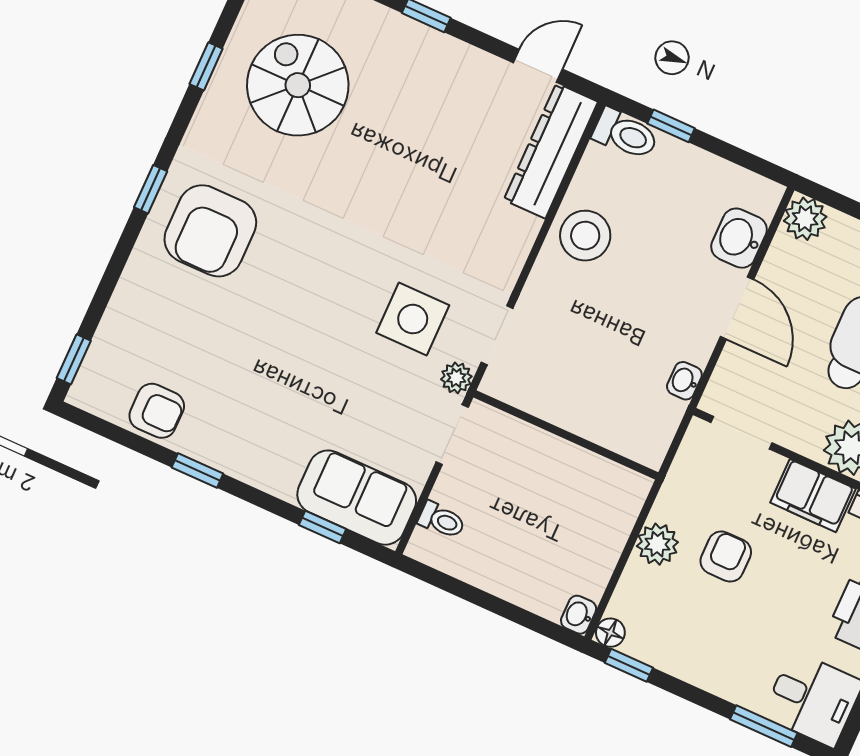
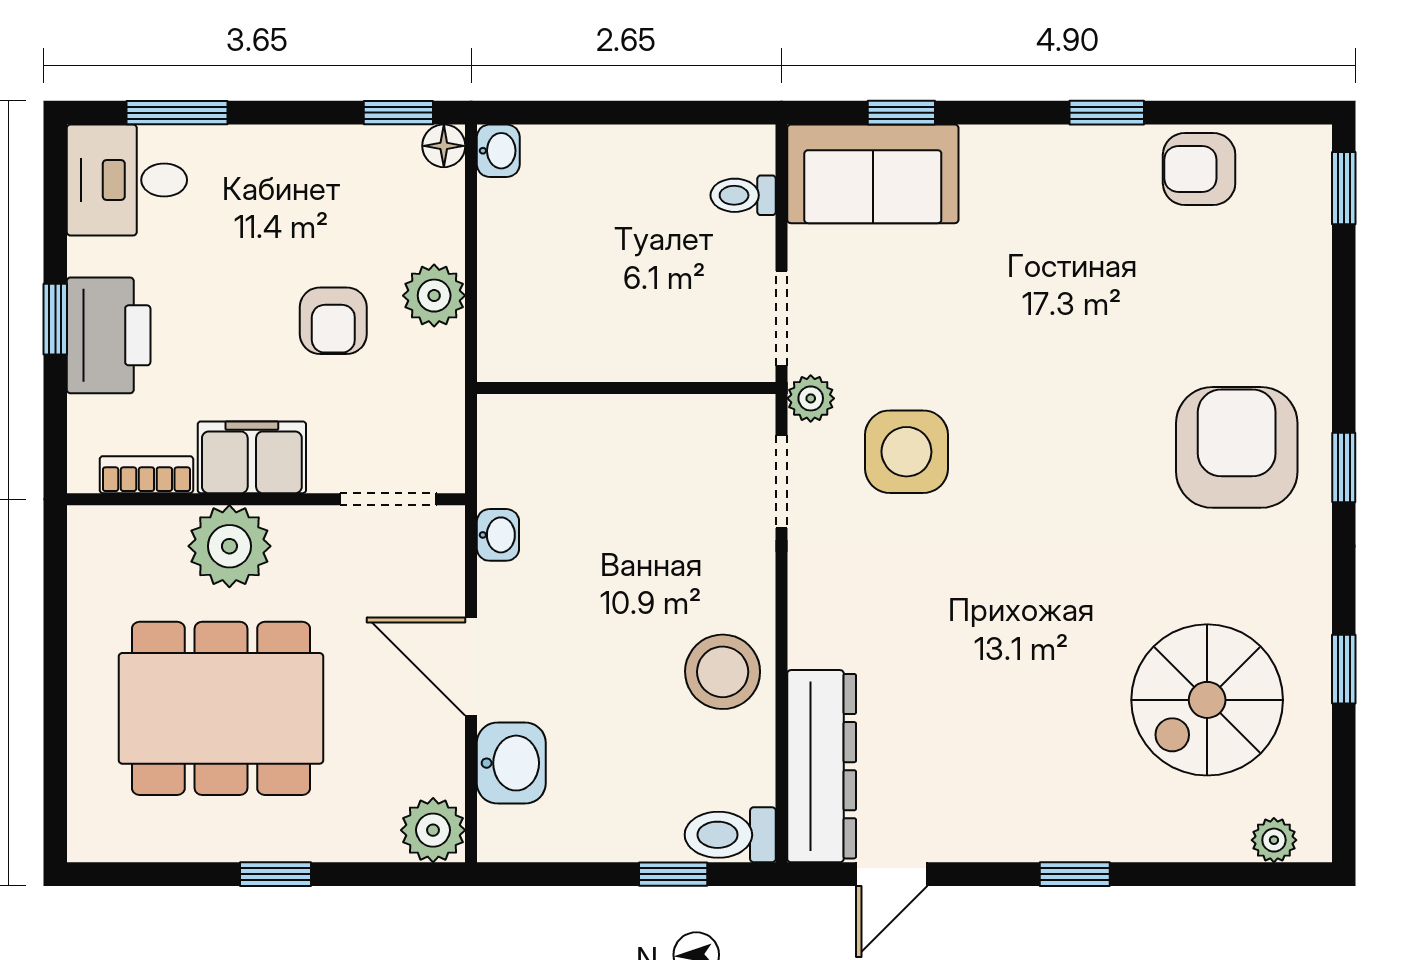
spiral stairs: (298, 85) -> (1207, 700), turned 90

